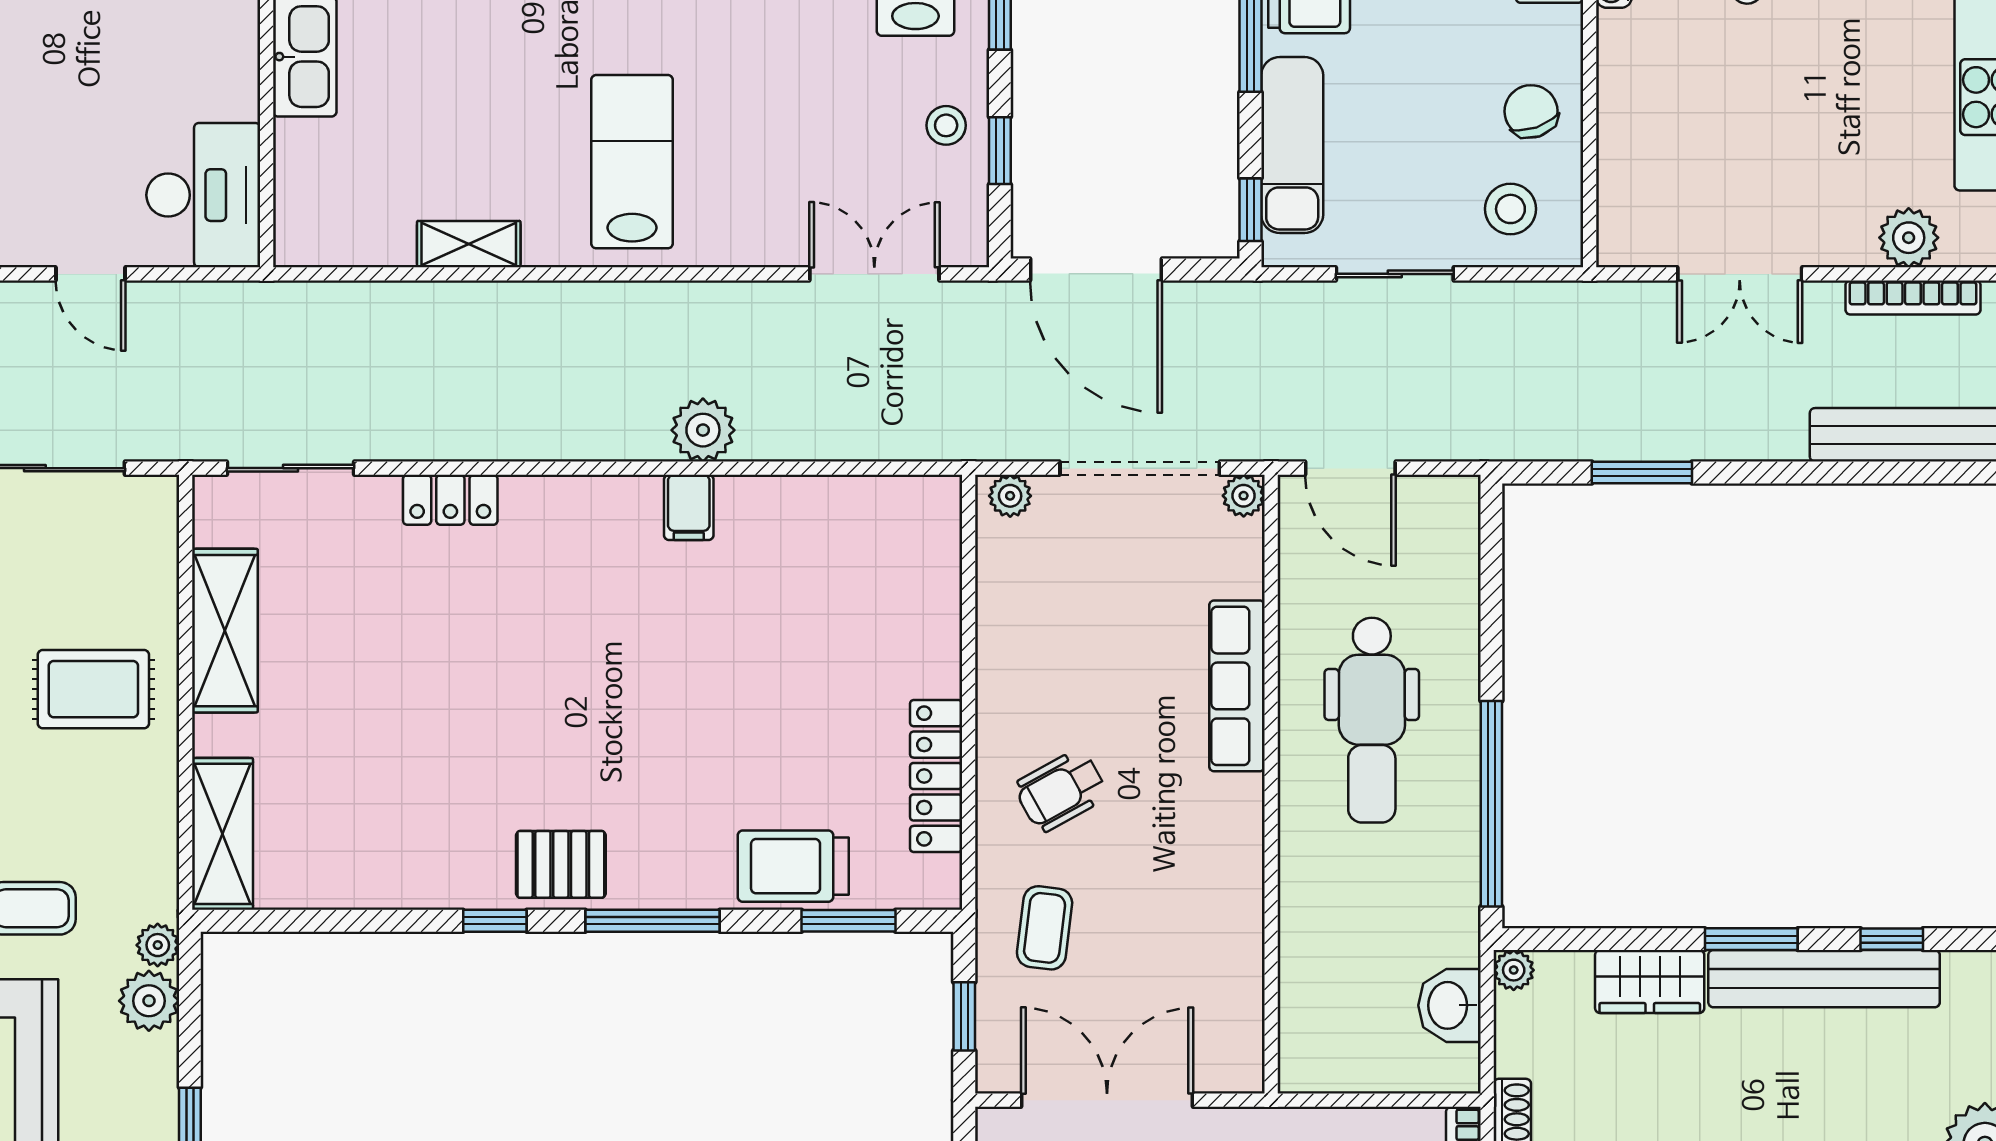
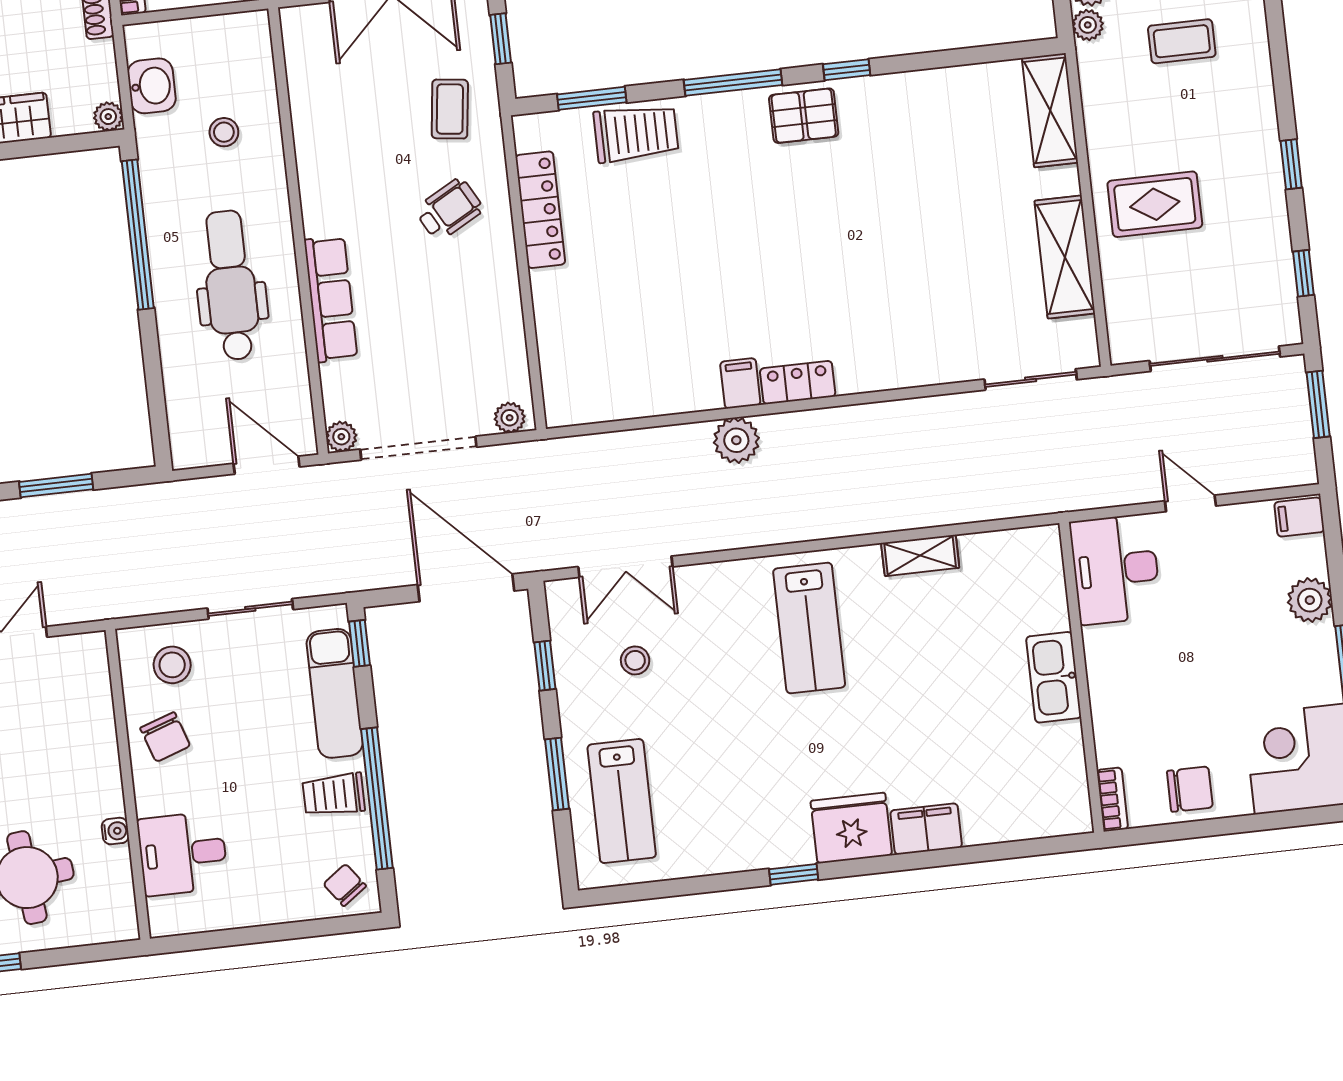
stool: (946, 125) -> (635, 660), moved
locker: (450, 500) -> (798, 382), moved
stool: (1358, 931) -> (224, 132), added

